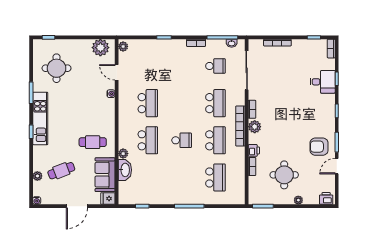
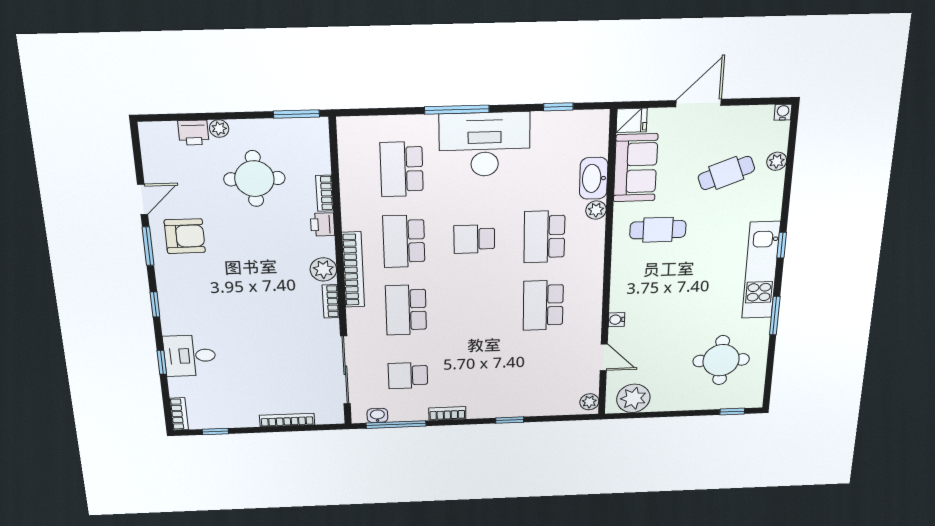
desk: (177, 189) -> (485, 144), added
printer: (326, 198) -> (193, 133), moved

